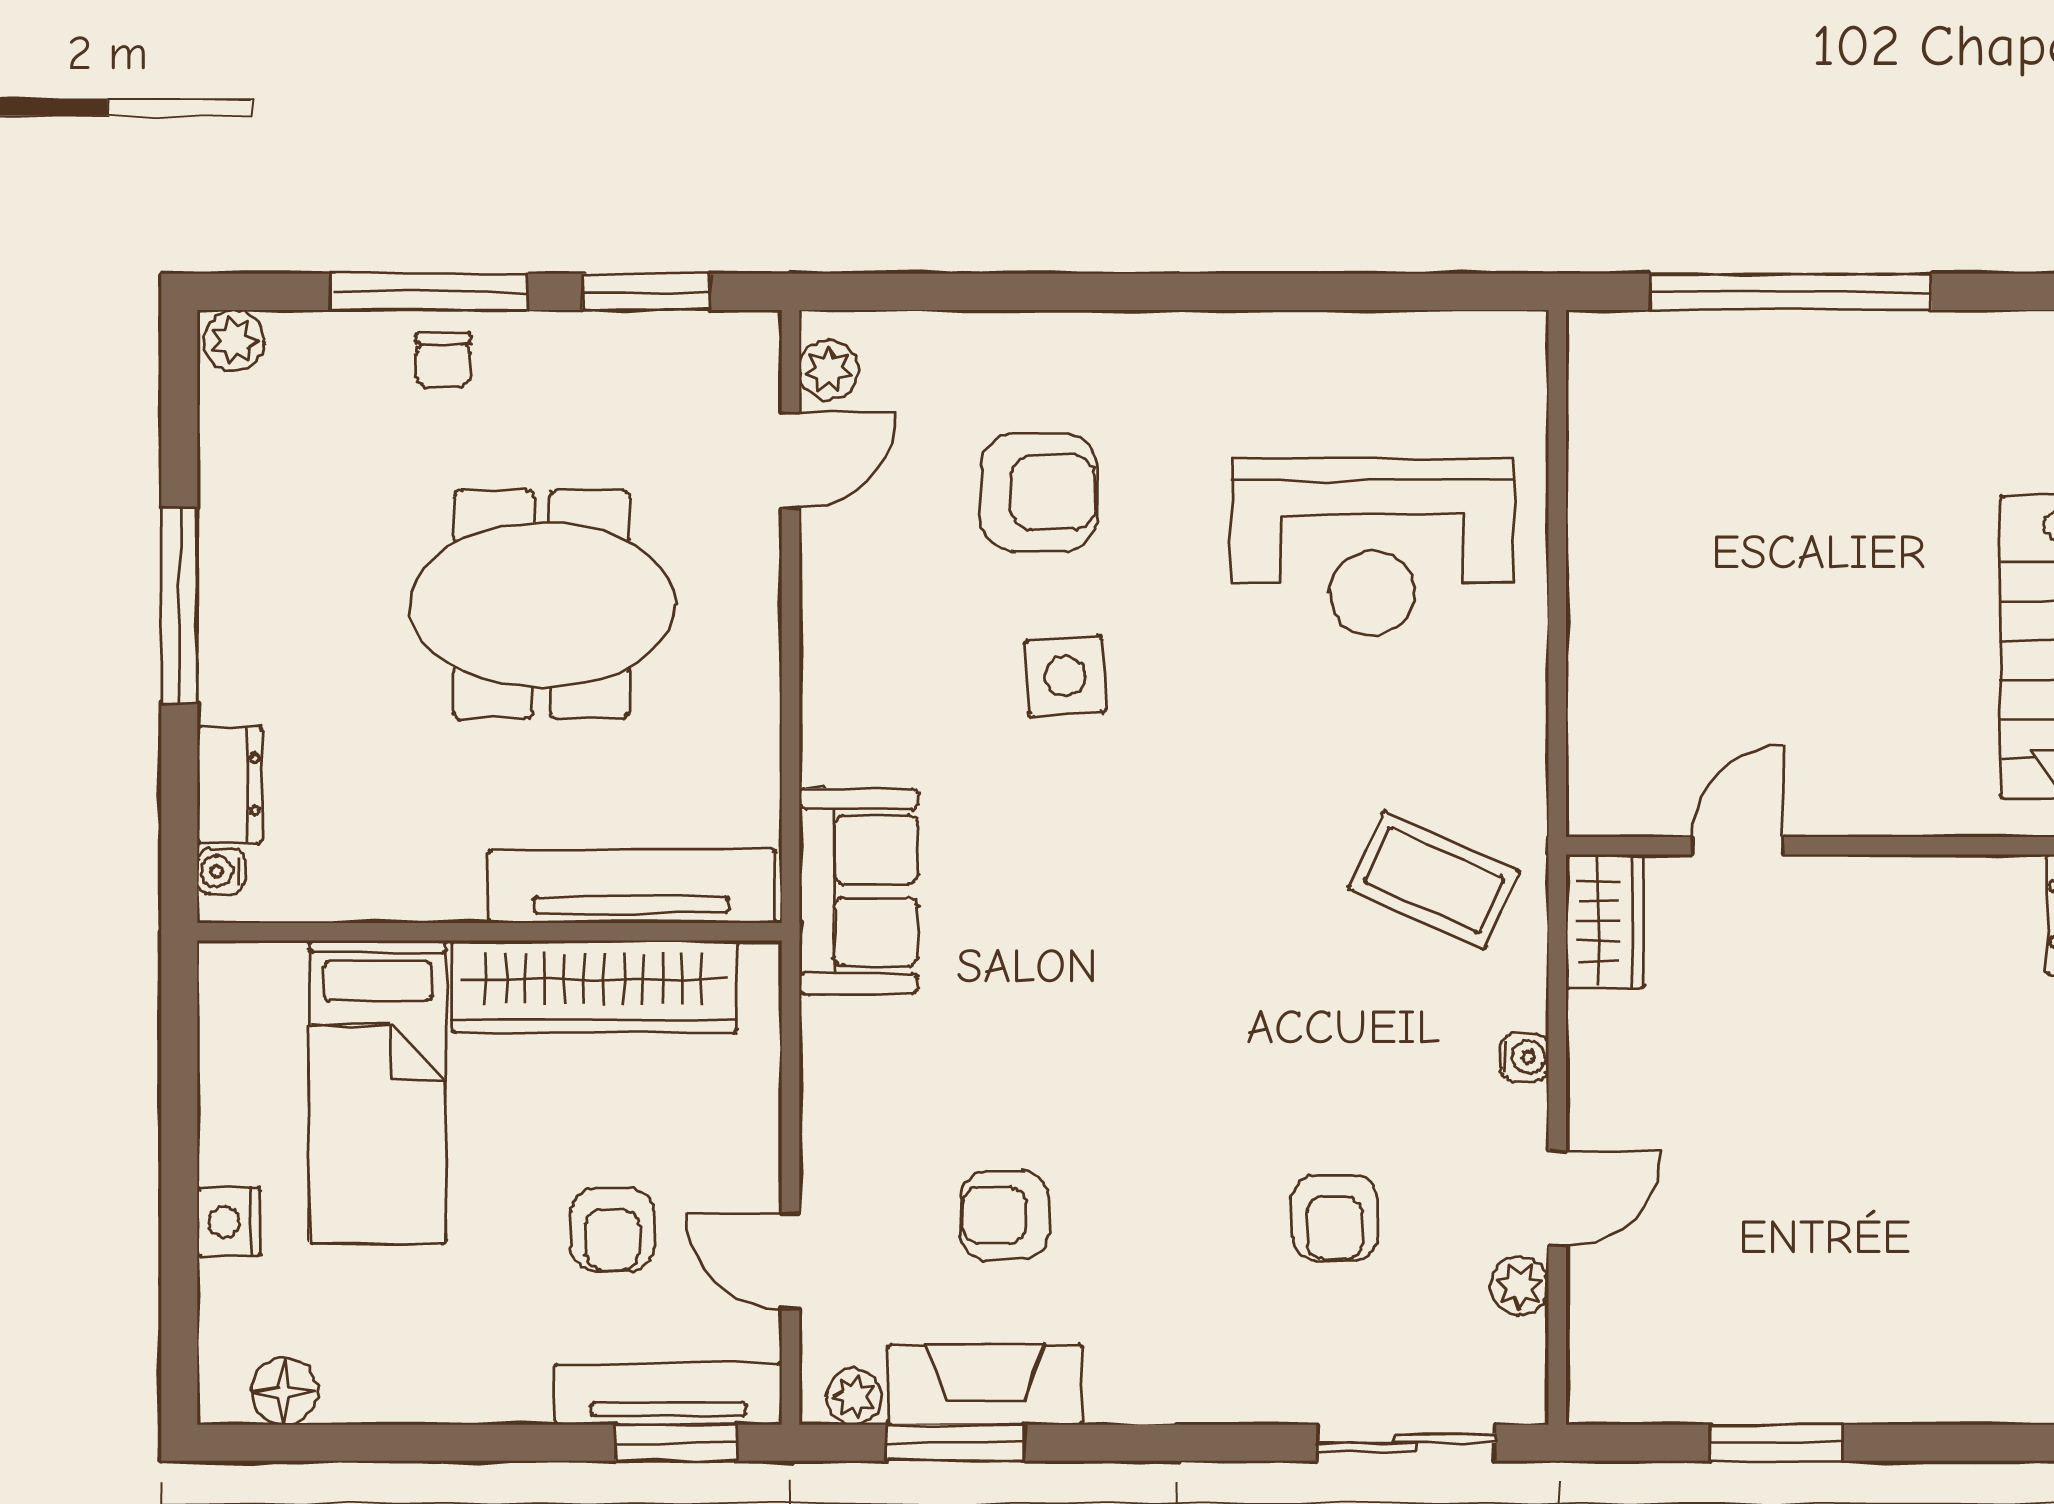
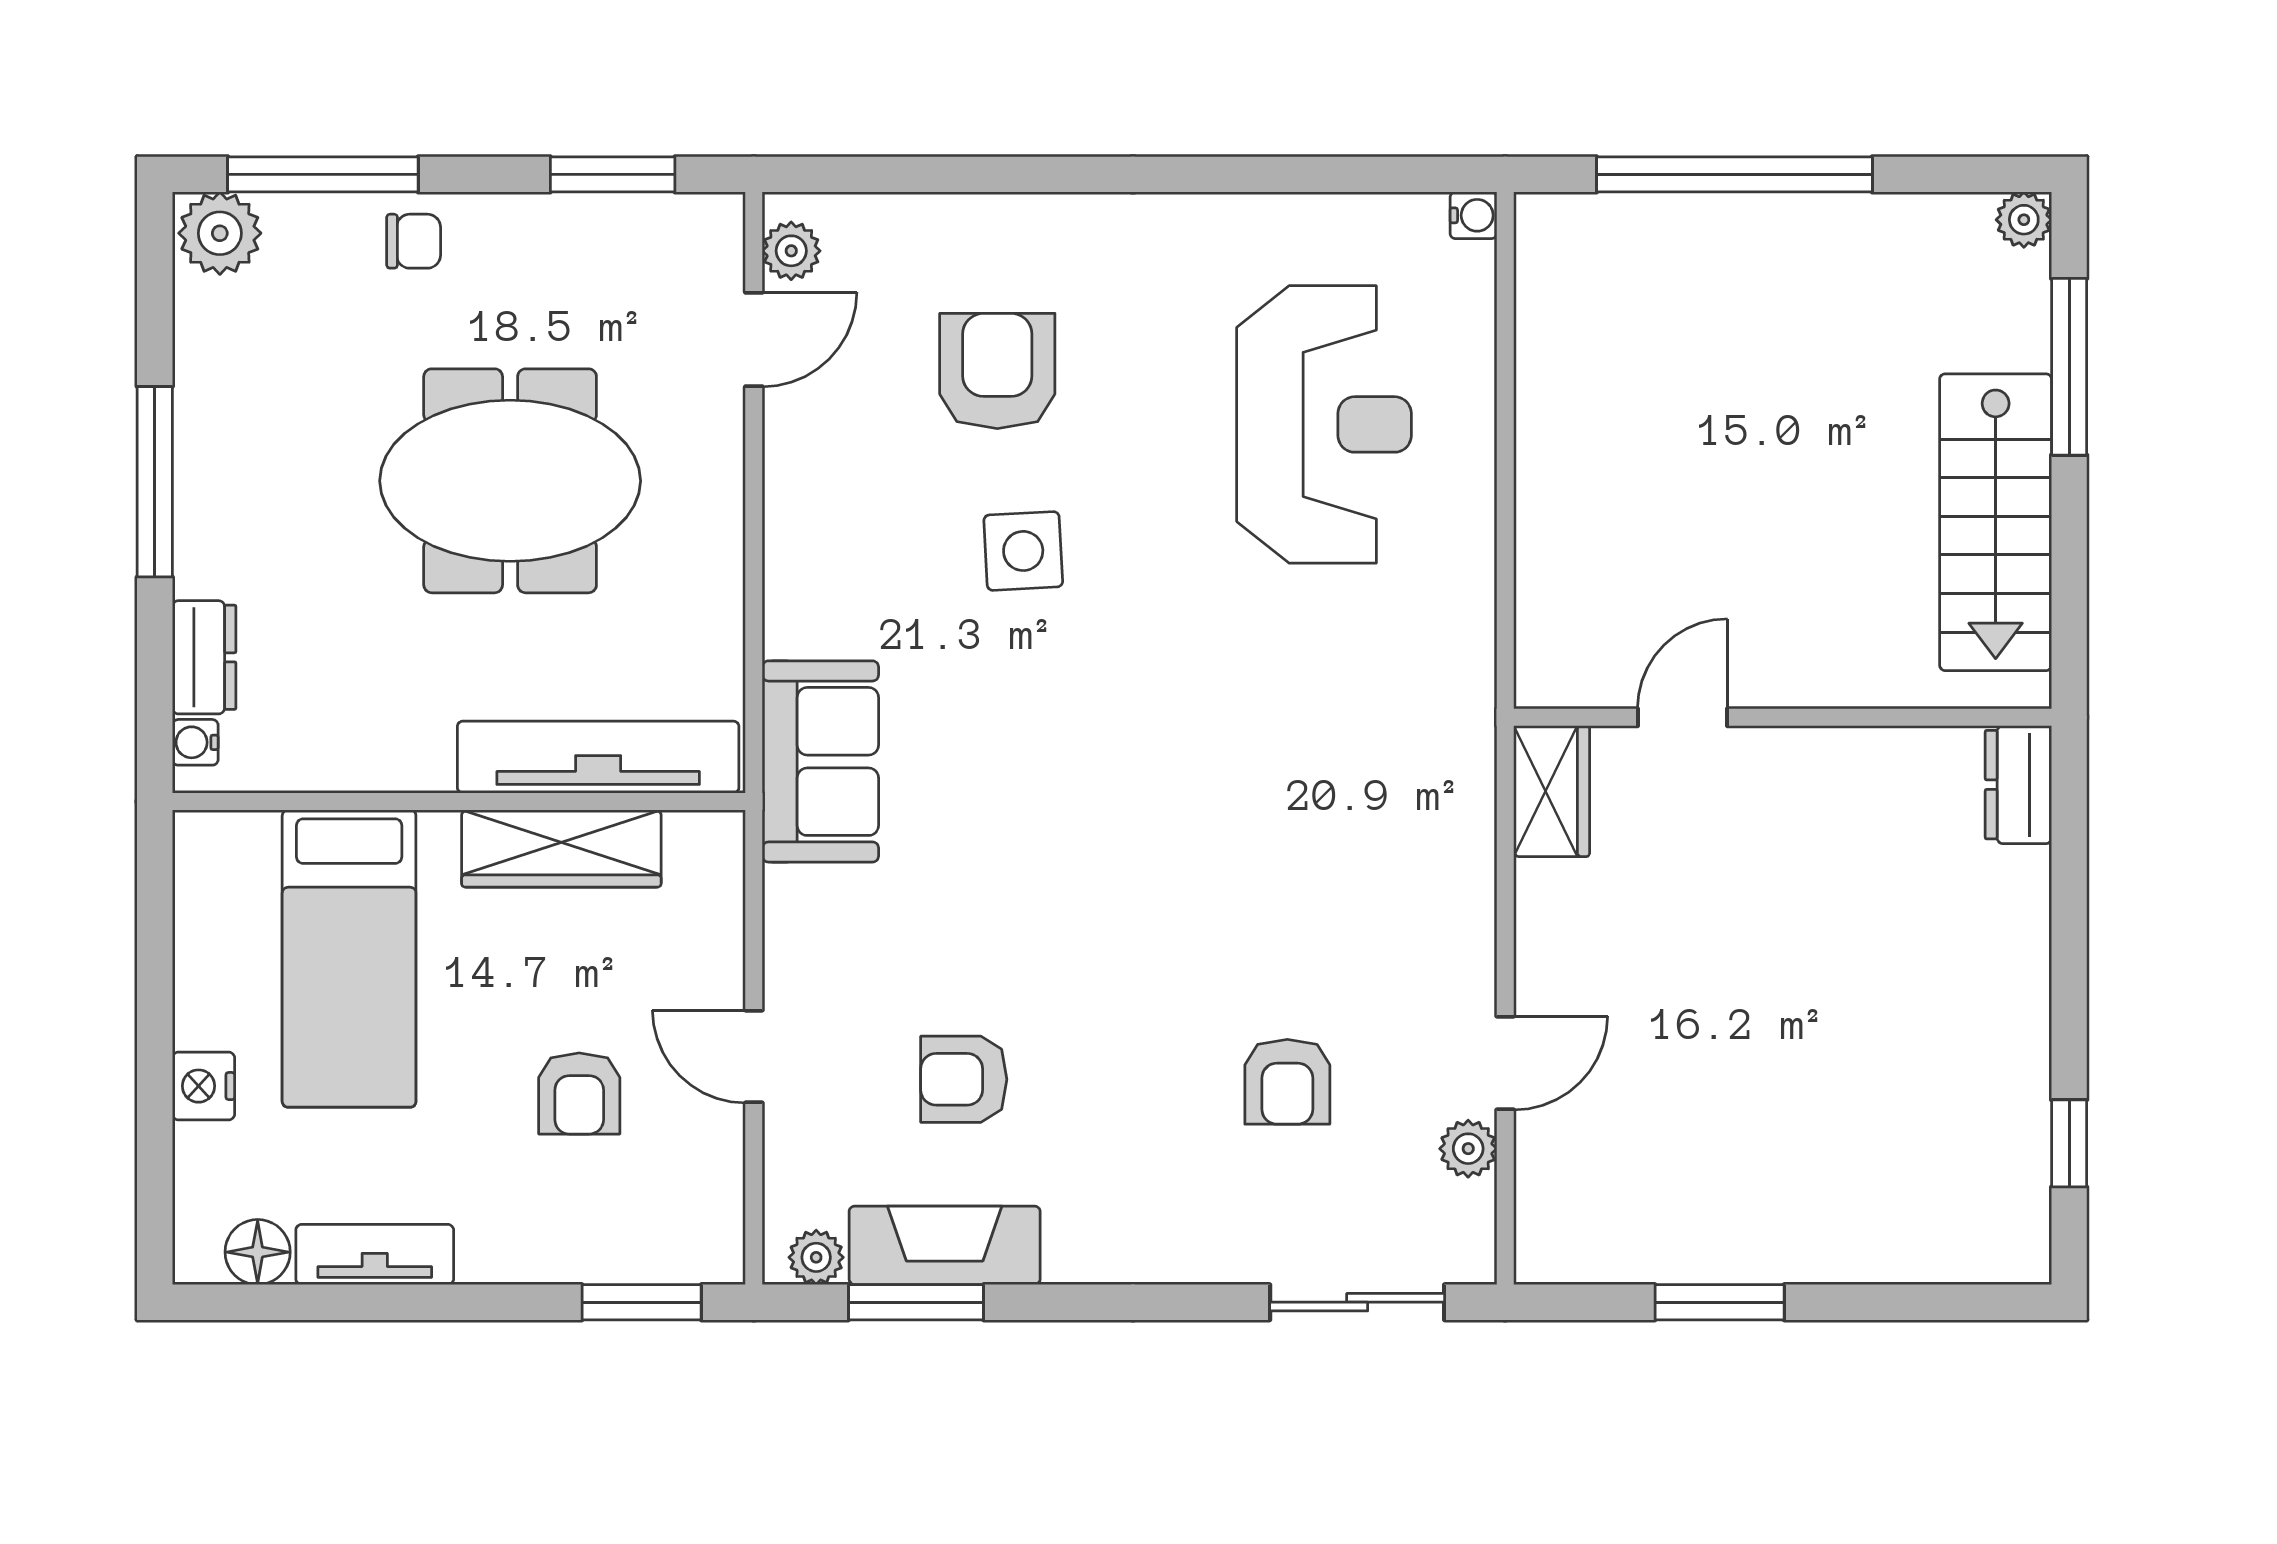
window: (429, 292) -> (323, 174), moved
plant: (234, 340) -> (220, 233), width x1.38, depth x1.38
chair: (443, 360) -> (414, 241), turned -90
armchair: (1039, 492) -> (997, 371), turned -90
reception desk: (1372, 547) -> (1324, 424), turned -90
coffee table: (1434, 880) -> (1384, 751), removed
wardrobe: (594, 987) -> (561, 849), width x0.71, depth x0.85
water cooler: (1525, 1057) -> (1473, 215), moved
door: (790, 1261) -> (754, 1056), moved
tv unit: (668, 1394) -> (375, 1255), moved, width x0.71

